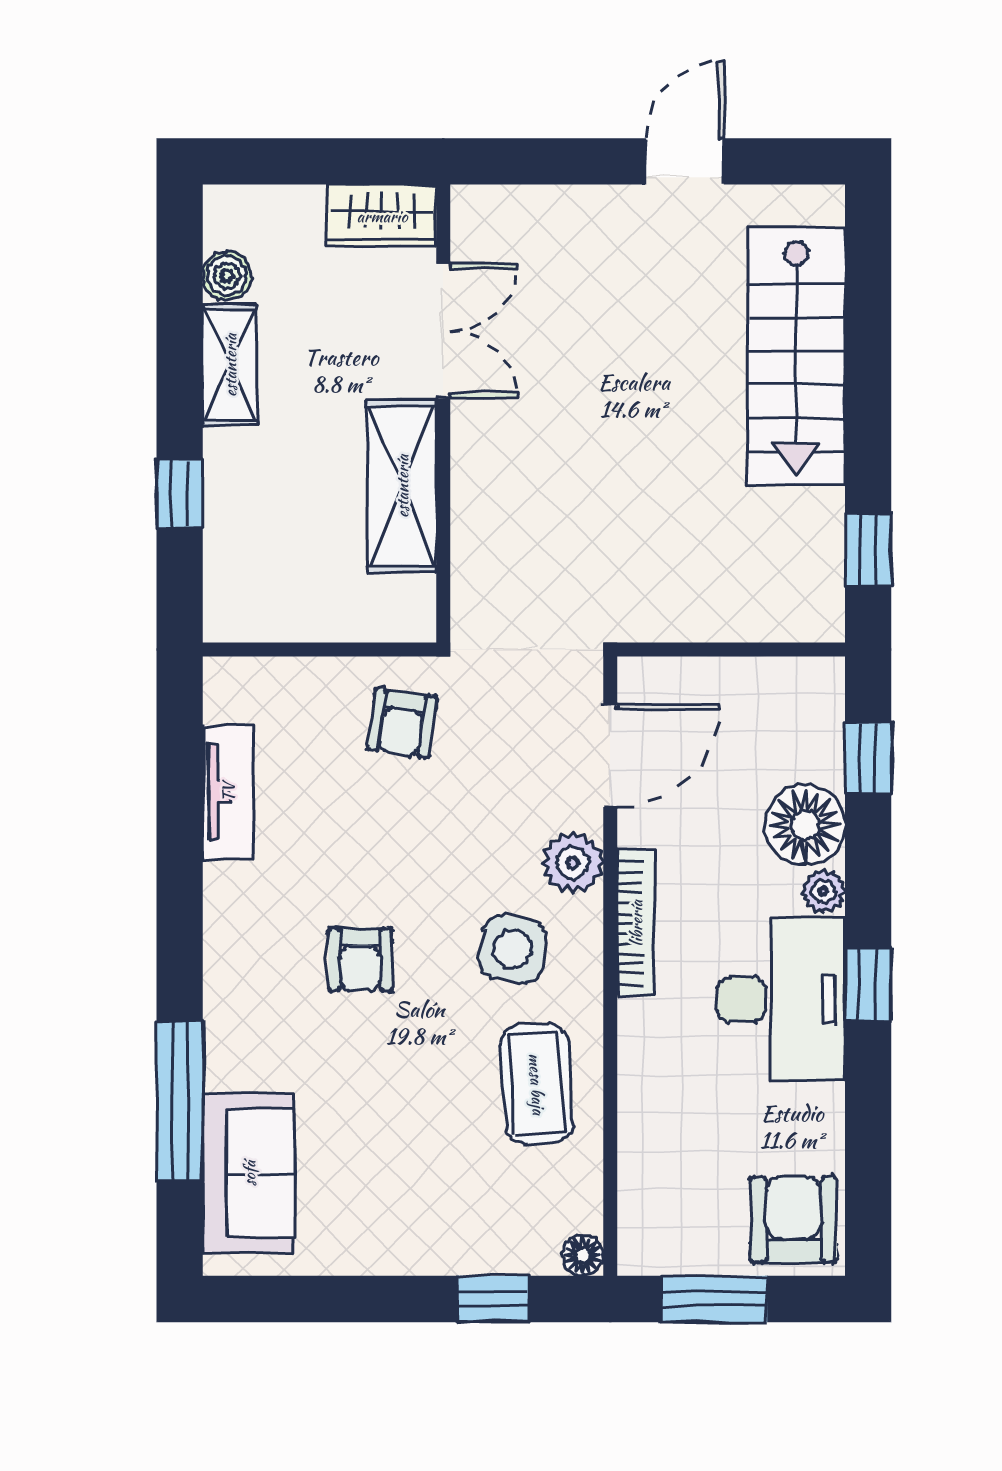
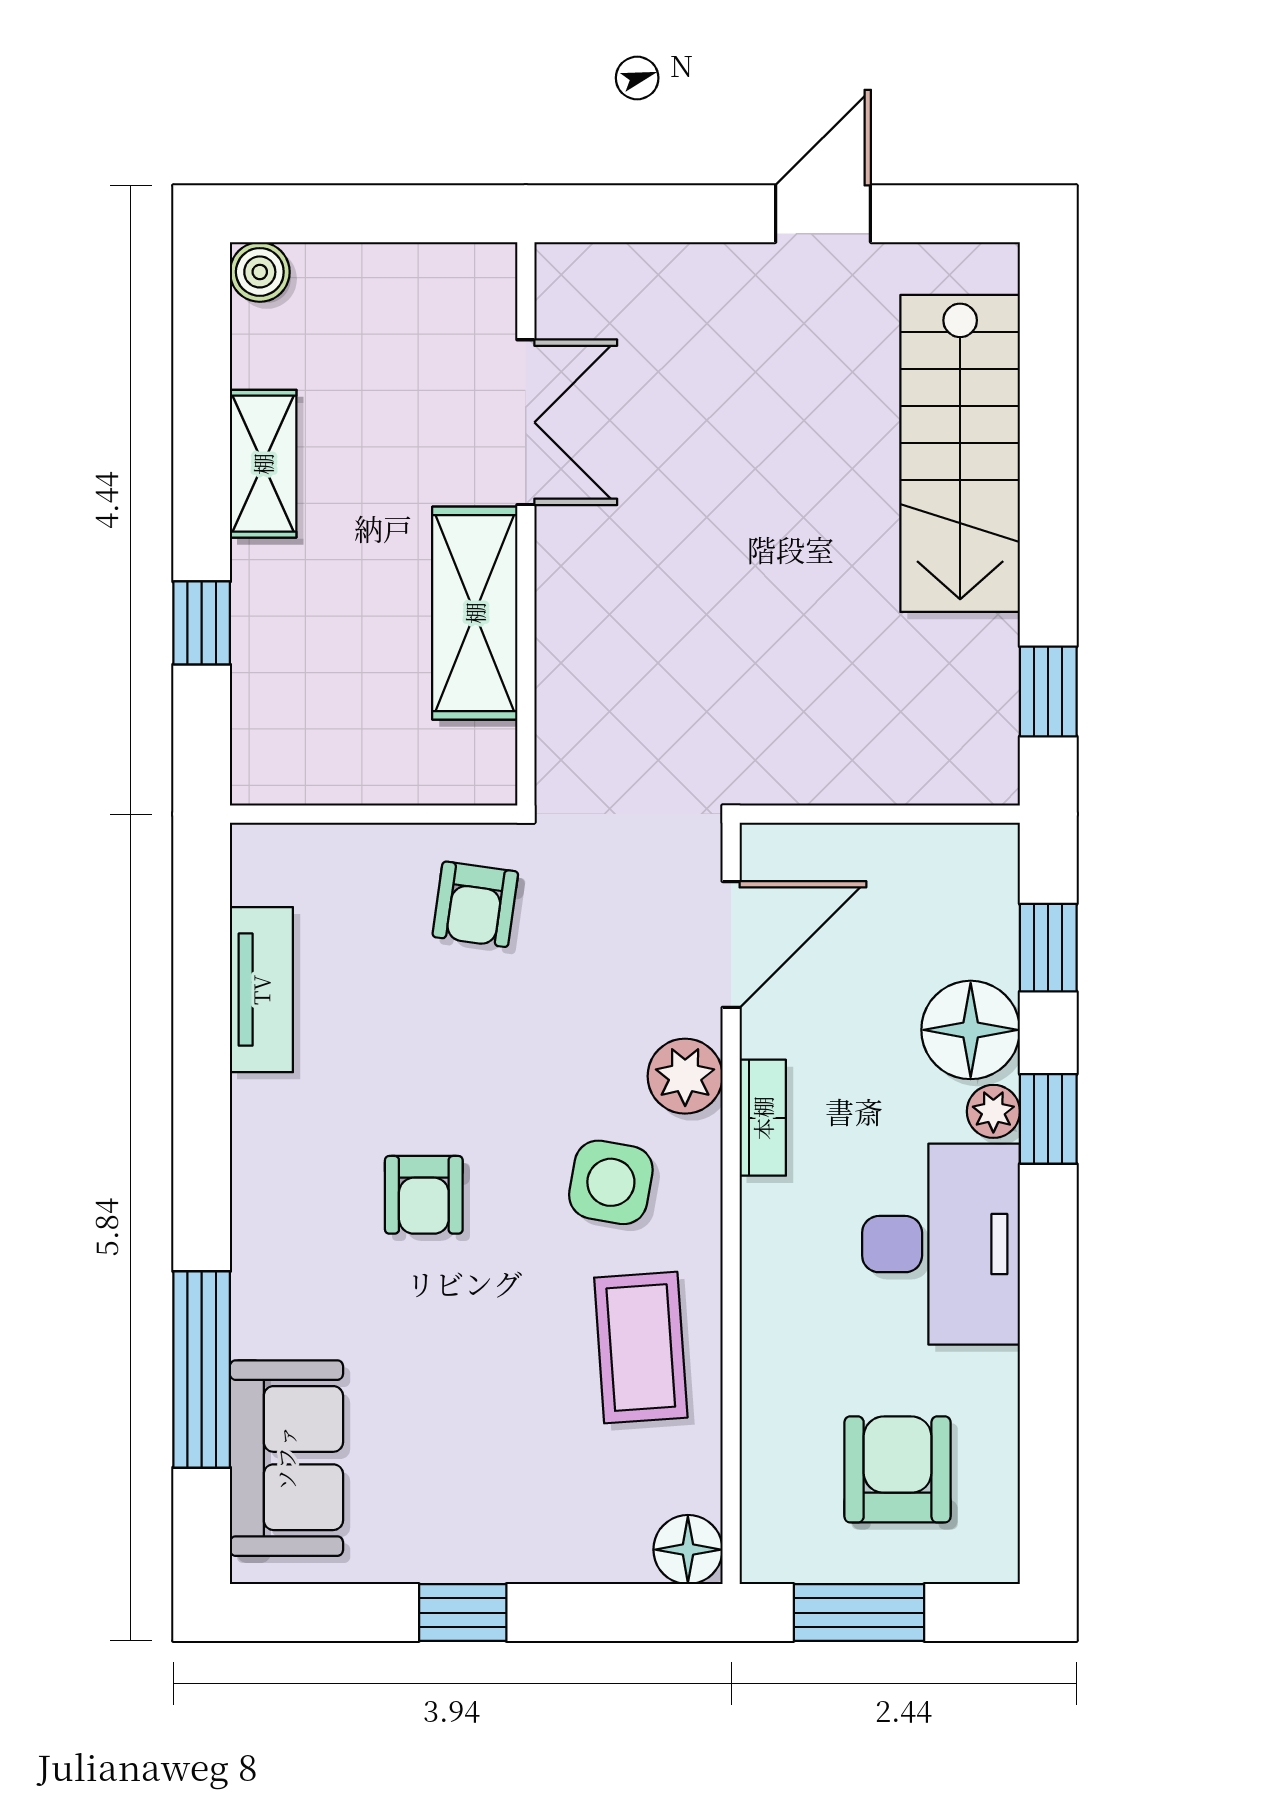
wardrobe: (382, 216) -> (450, 281), removed
boiler: (227, 276) -> (260, 272), moved
bookcase: (636, 923) -> (763, 1118), width x0.64
window: (868, 984) -> (1048, 1119), moved
armchair: (794, 1220) -> (898, 1469), moved
floor lamp: (583, 1255) -> (688, 1550), width x1.37, depth x1.37
window: (493, 1299) -> (463, 1613), moved

